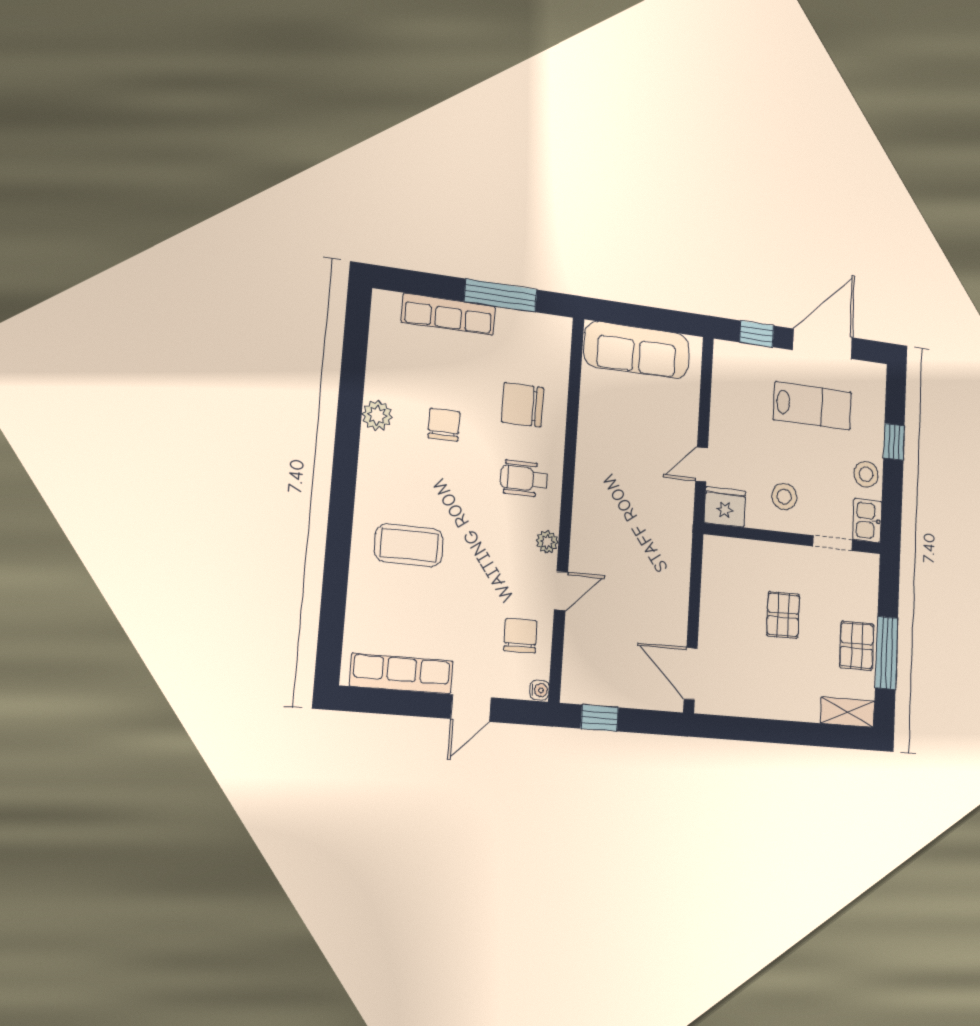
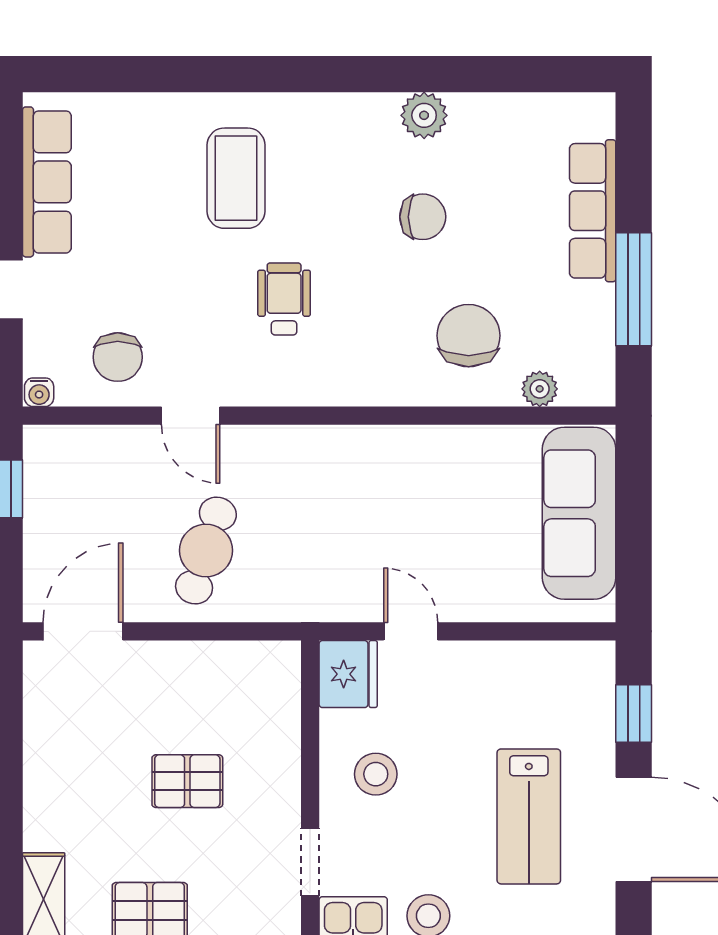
wheelchair: (524, 478) -> (284, 299), moved
plant: (547, 542) -> (540, 389), moved
cafe table: (646, 589) -> (206, 550), added
chair: (520, 636) -> (118, 357), turned 91

